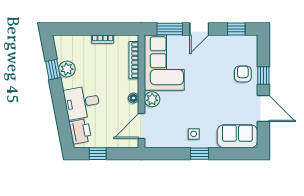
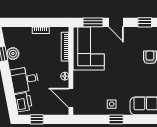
door: (199, 29) -> (116, 22), hinge flipped
plant: (152, 99) -> (79, 77), removed
door: (142, 126) -> (71, 98), hinge flipped

